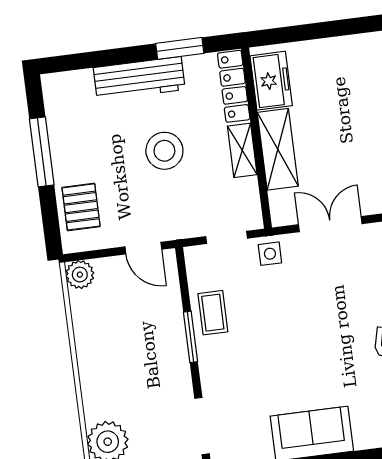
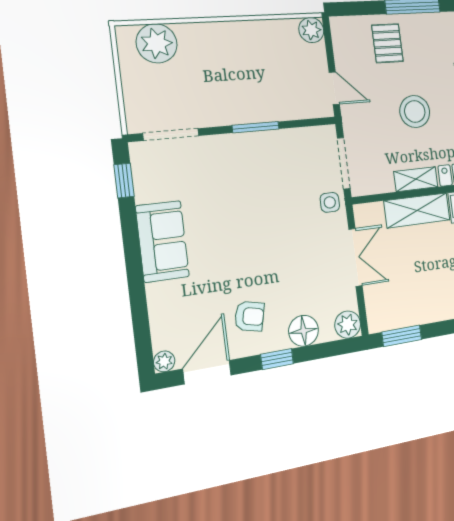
pallet: (81, 207) -> (387, 43), moved, turned 90
doorway: (227, 237) -> (344, 163), width x1.38
door: (143, 248) -> (334, 88), swing flipped
coffee table: (213, 313) -> (278, 149), removed

